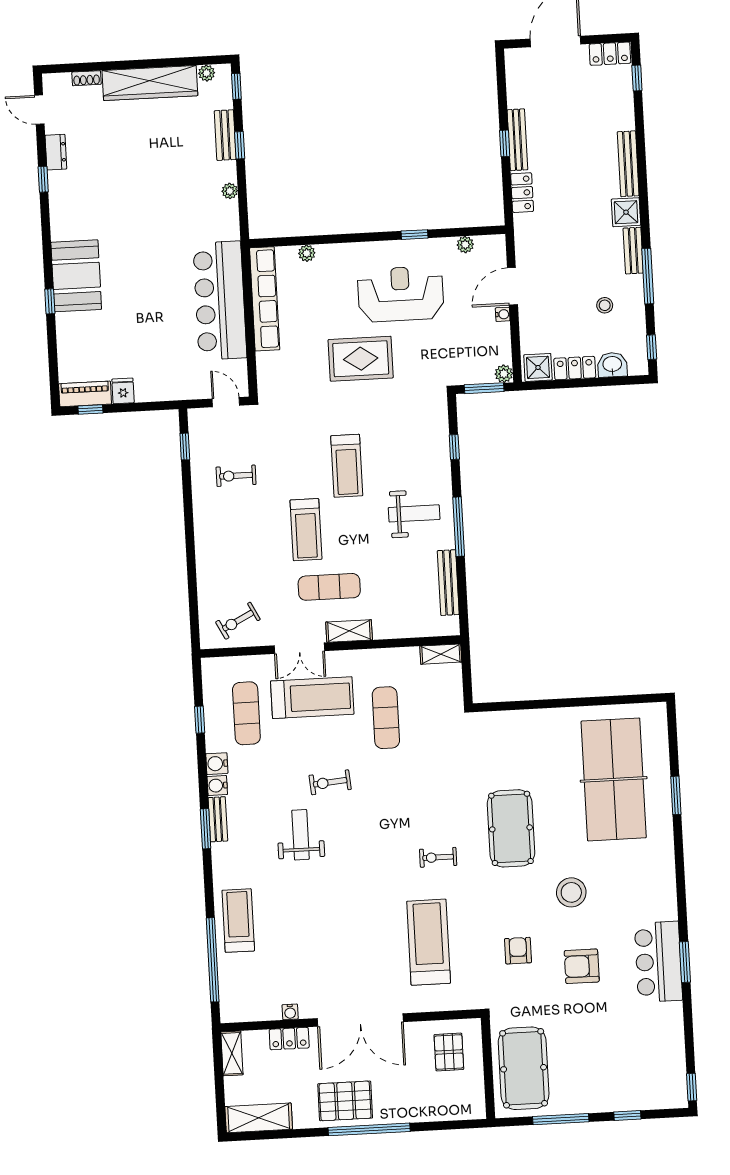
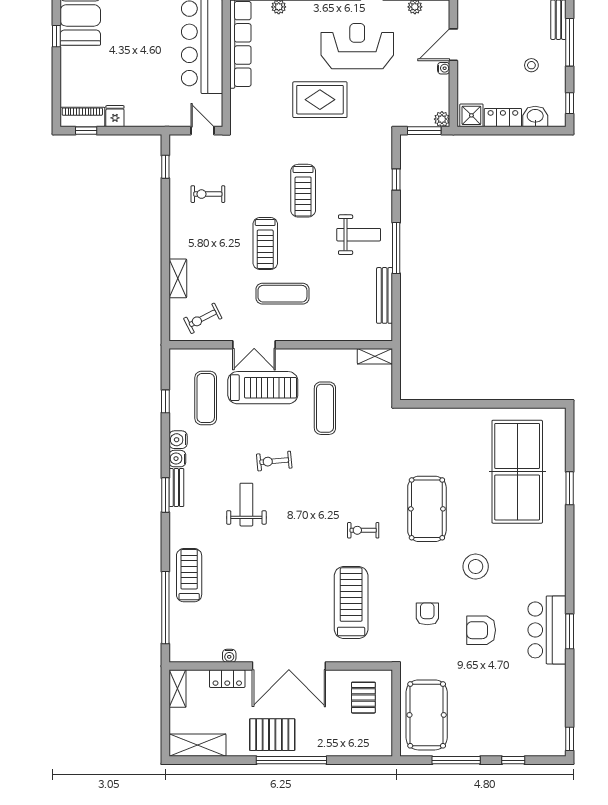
shelving: (349, 631) -> (178, 278), moved, turned 90

